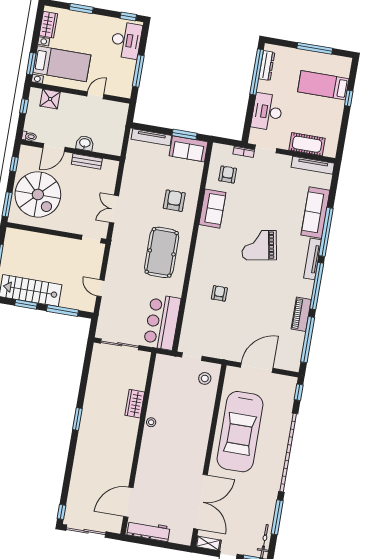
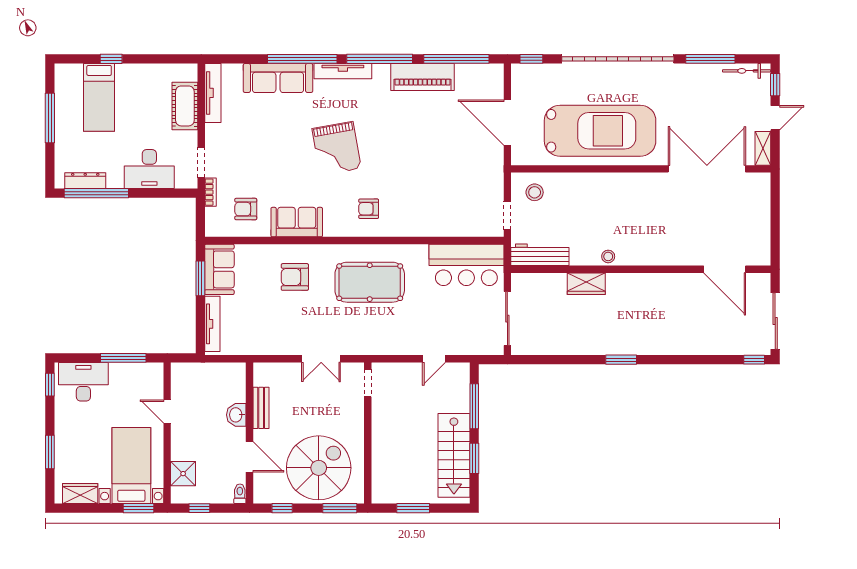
armchair: (219, 293) -> (369, 209), moved
piano: (301, 314) -> (423, 77), width x1.37, depth x1.33
workbench: (149, 531) -> (540, 255), moved, turned 90

